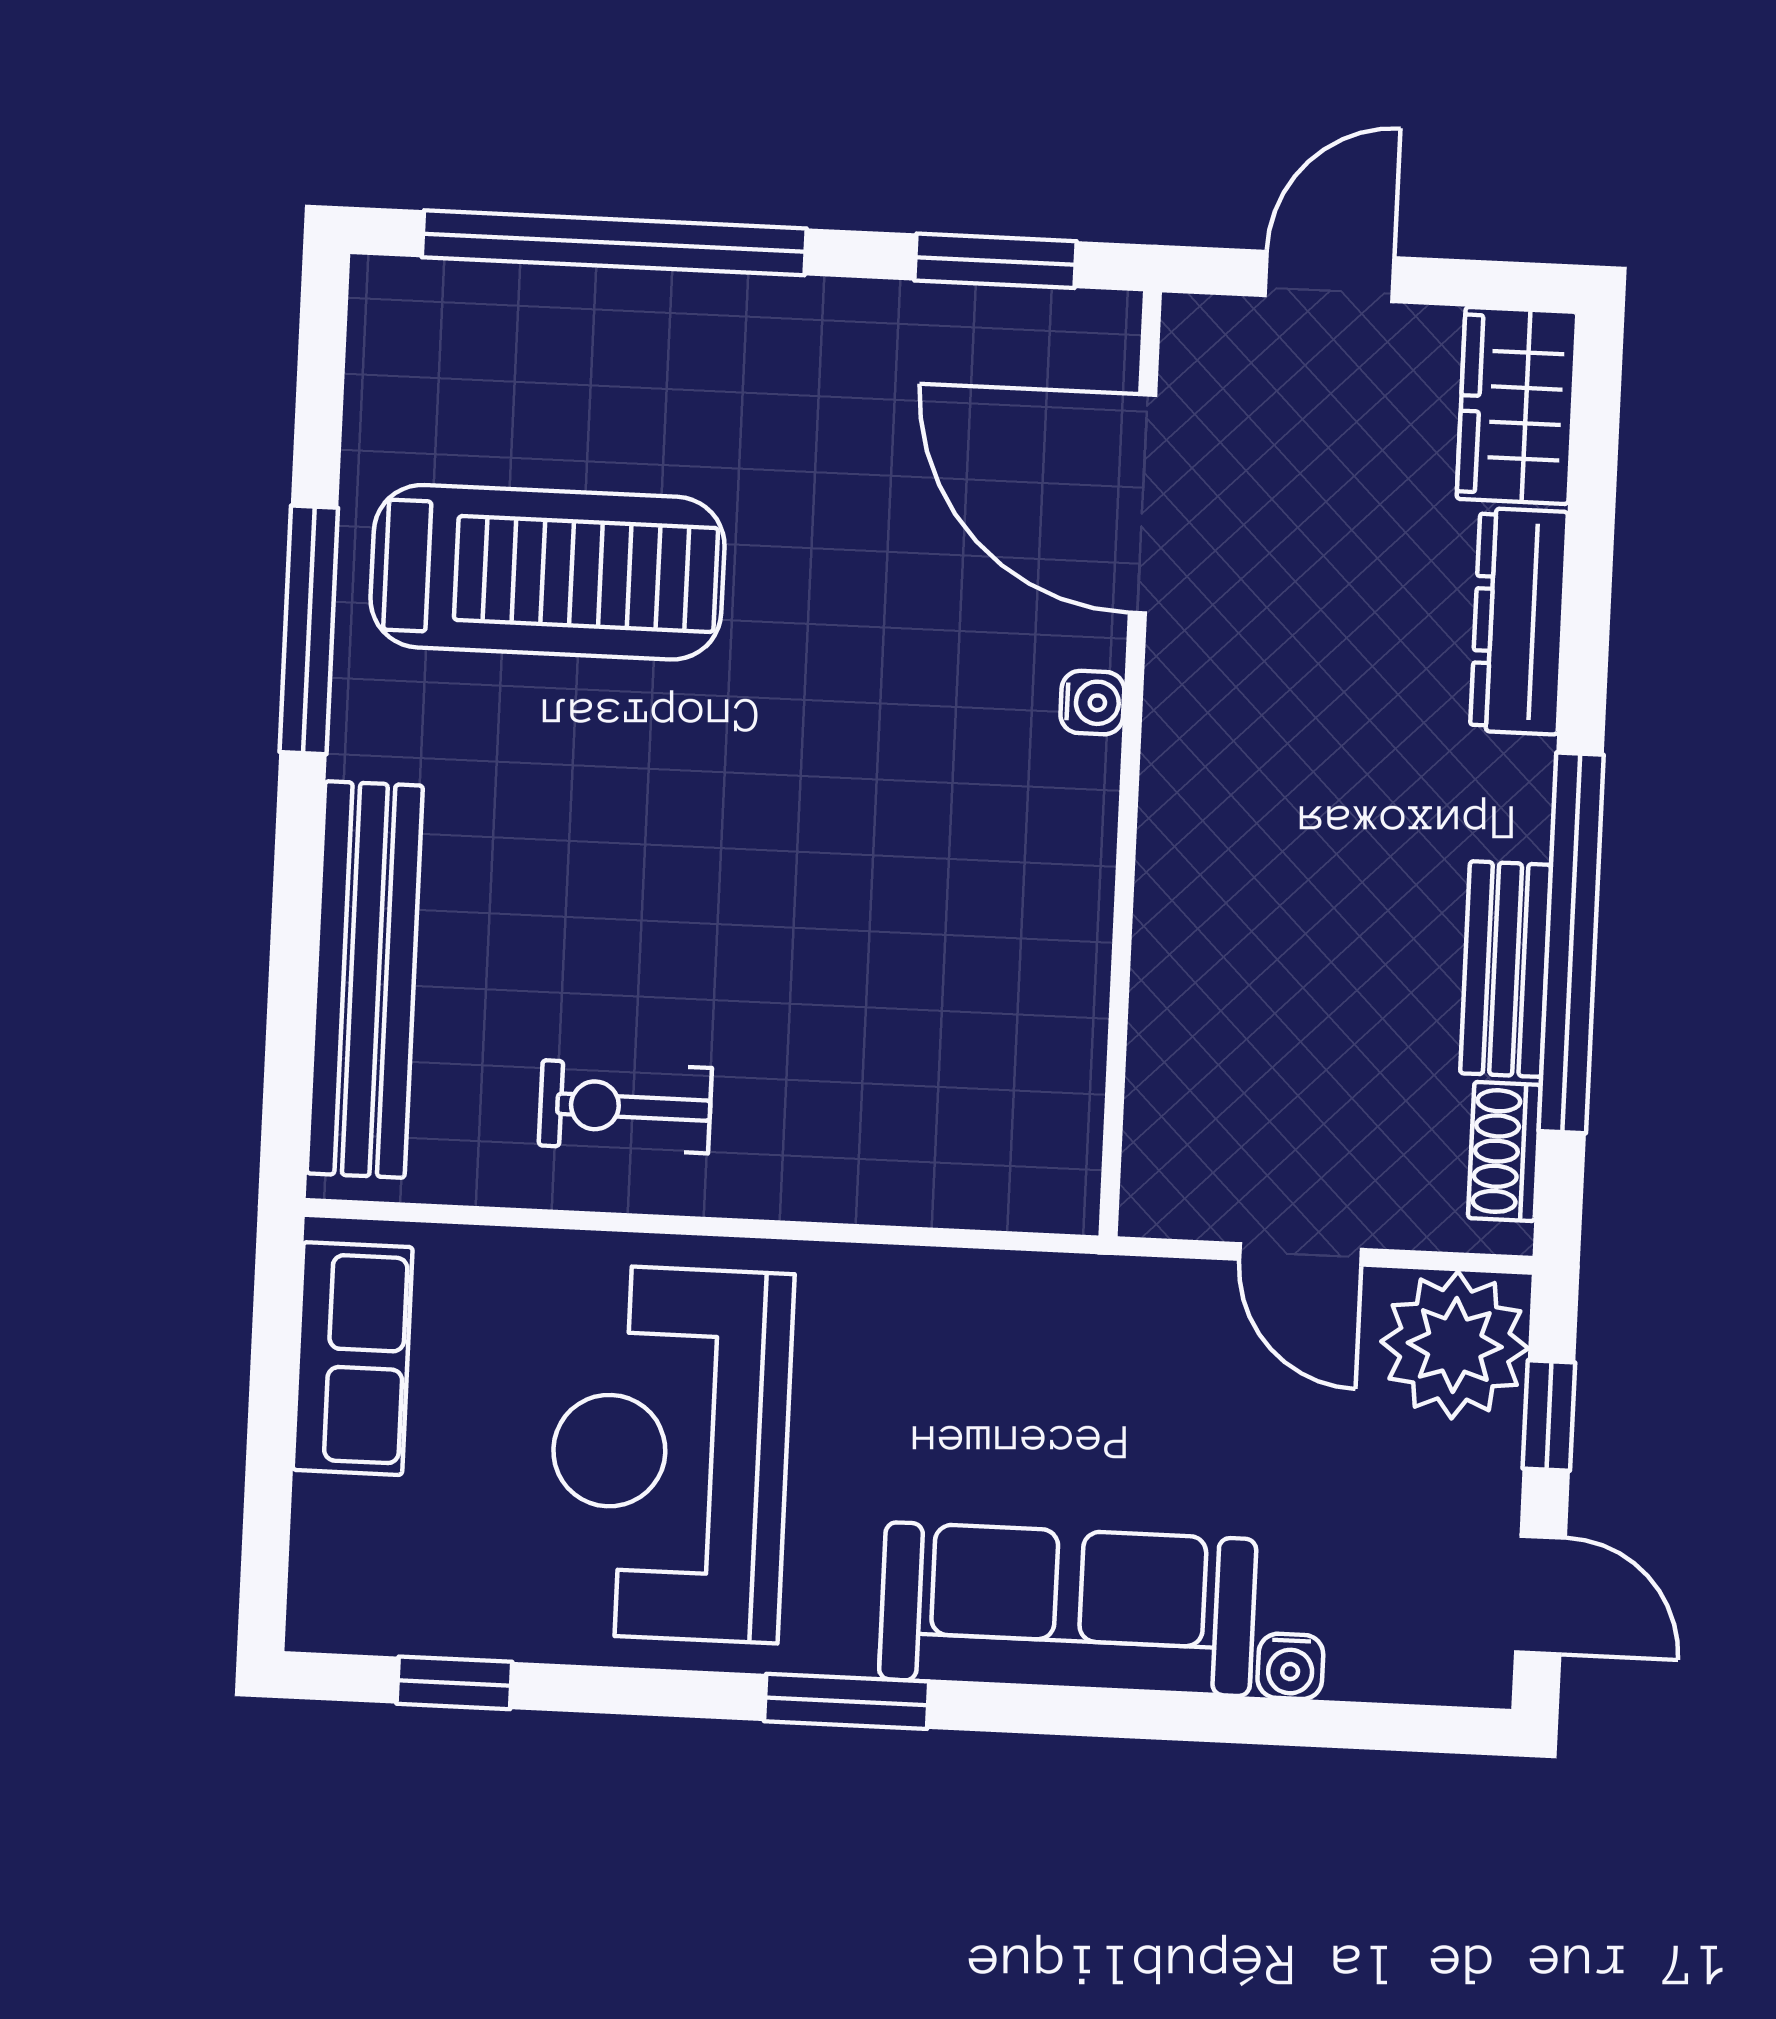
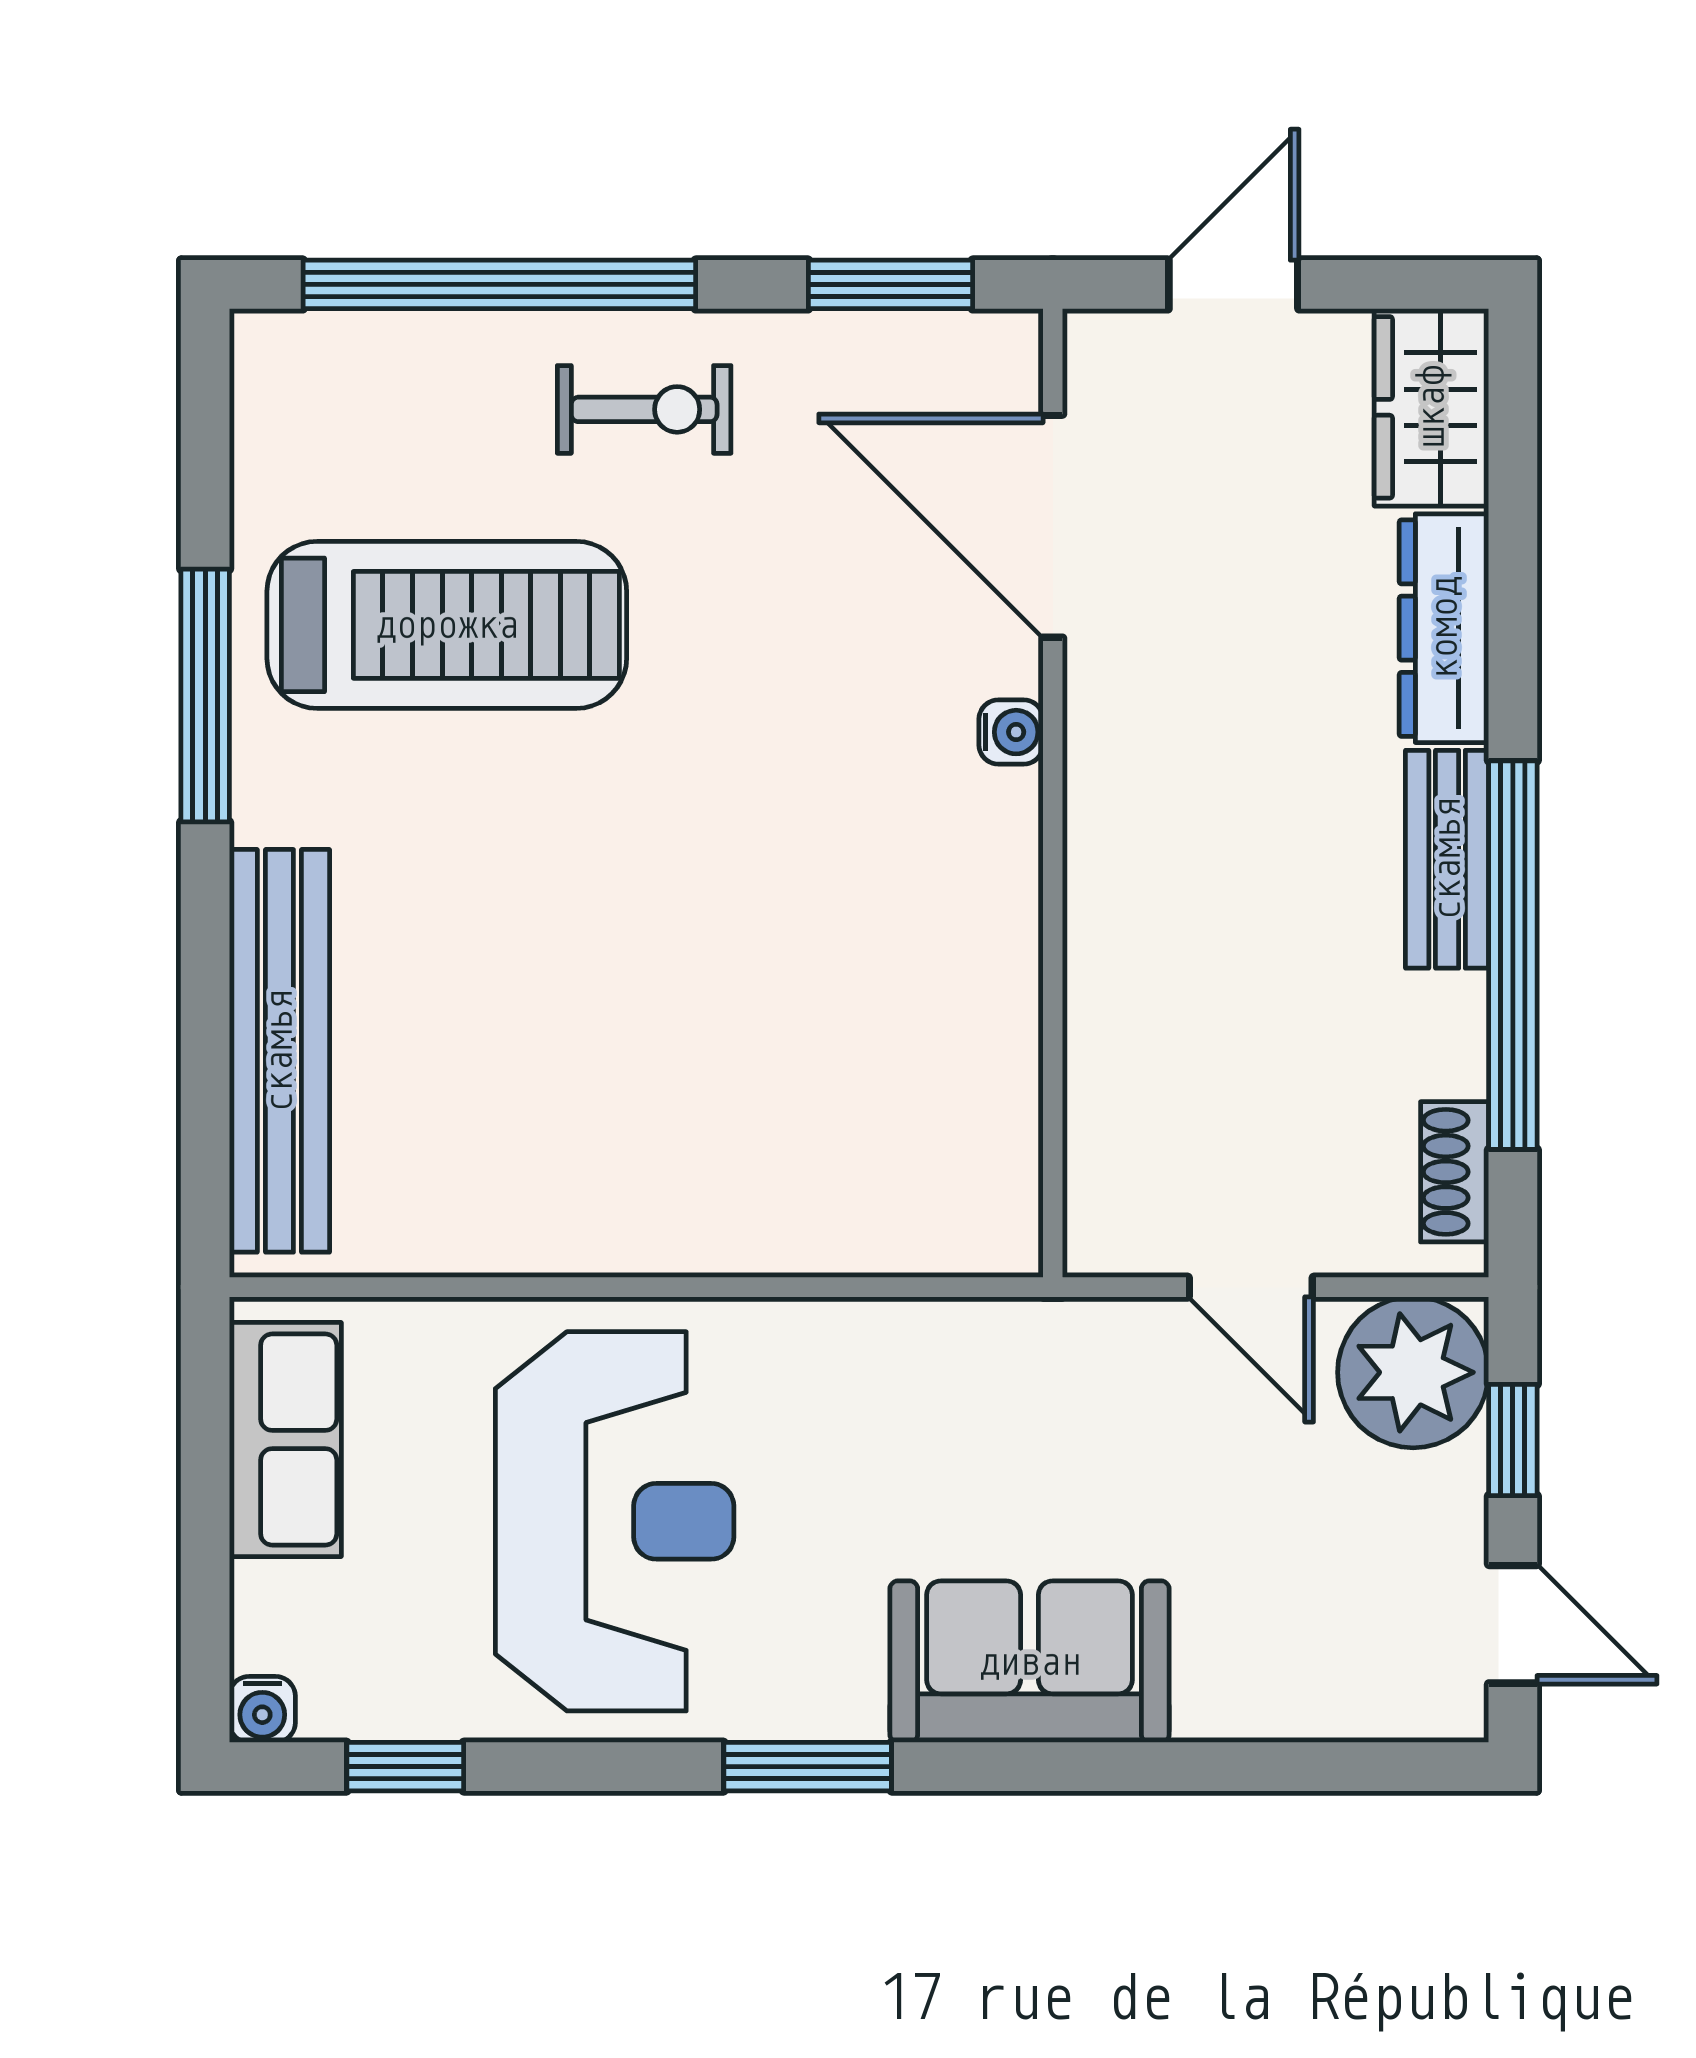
bench: (1506, 969) -> (1447, 859), moved
exercise bike: (625, 1107) -> (644, 409), moved, turned 180
reception desk: (670, 1453) -> (615, 1521), turned 180
sofa: (1068, 1609) -> (1030, 1662), width x0.73
water cooler: (1290, 1666) -> (262, 1709), moved

